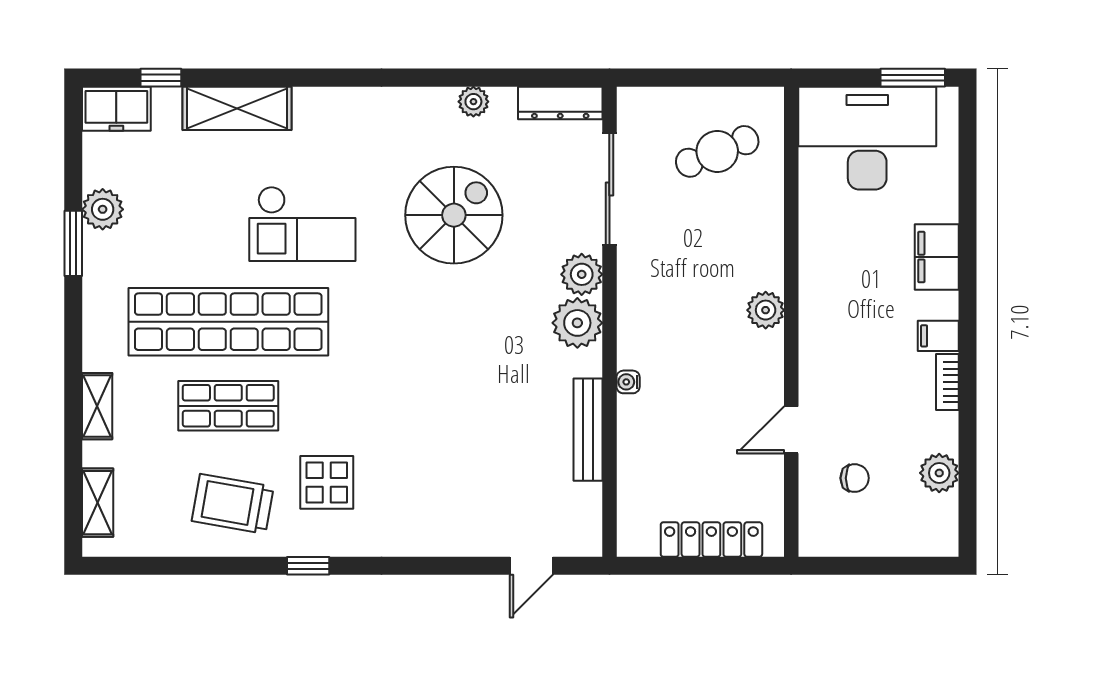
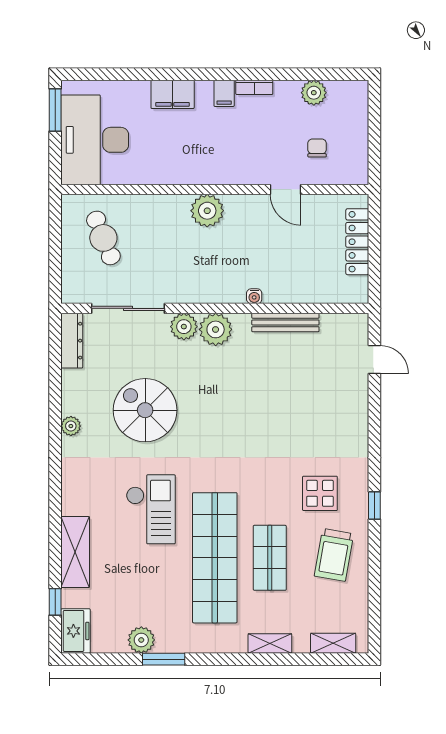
plant: (473, 102) -> (71, 426), moved
plant: (766, 310) -> (207, 211), width x1.36, depth x1.36

